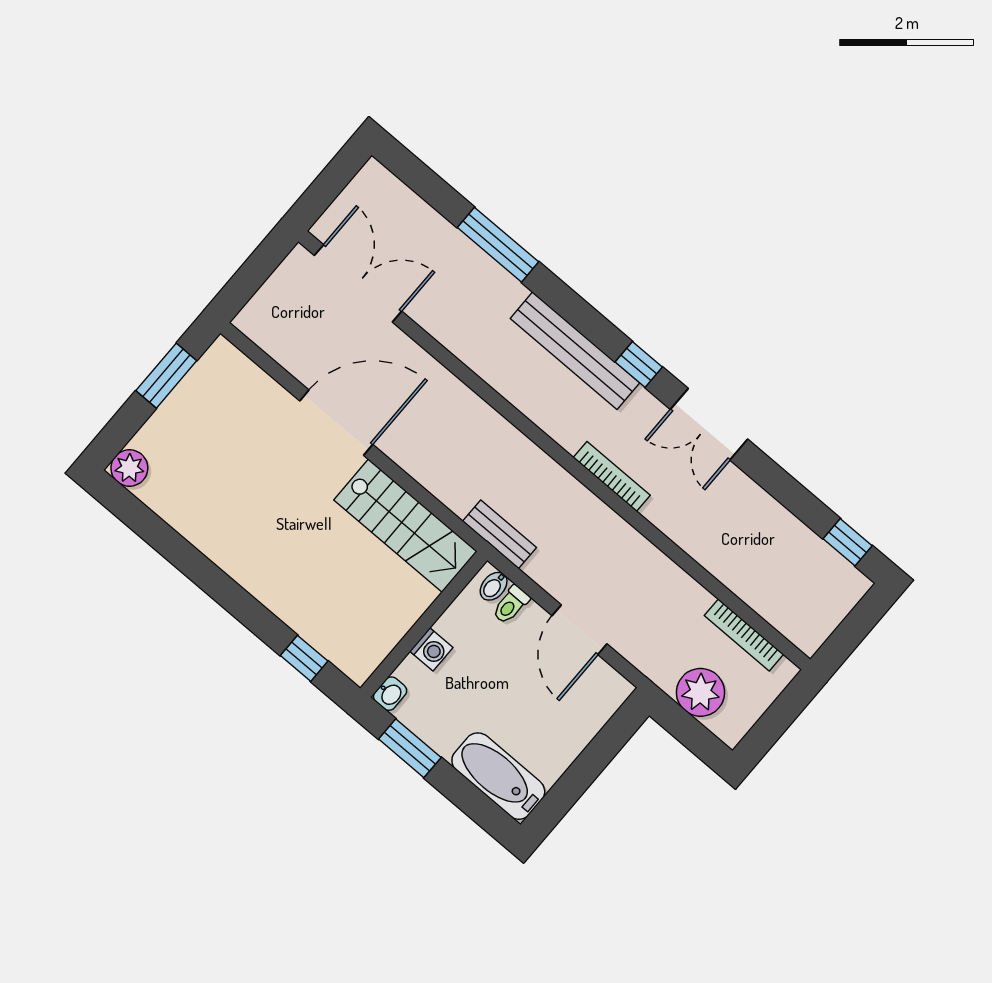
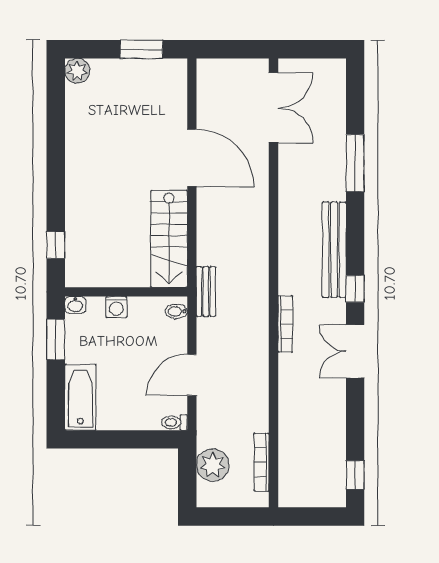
toilet: (511, 605) -> (174, 422), moved

